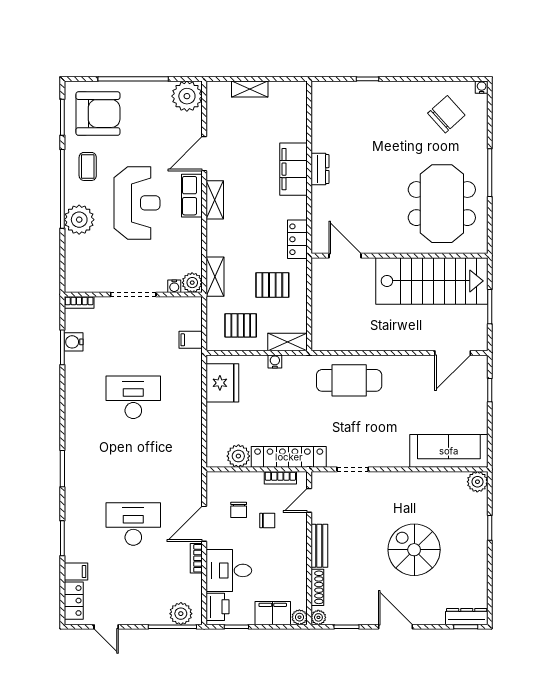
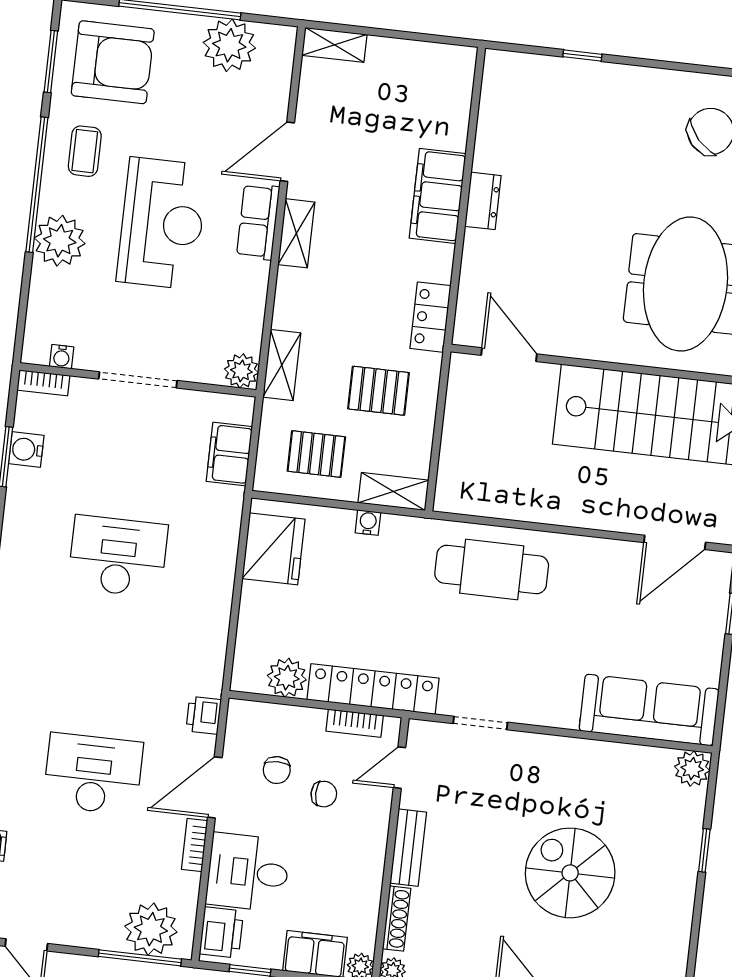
shelving: (250, 89) -> (334, 45), moved
plant: (187, 96) -> (229, 45), moved
water cooler: (174, 286) -> (62, 357), moved
filing cabinet: (191, 340) -> (229, 454), width x2.00
printer: (193, 483) -> (204, 715), added
plant: (181, 614) -> (151, 929), width x1.36, depth x1.36

